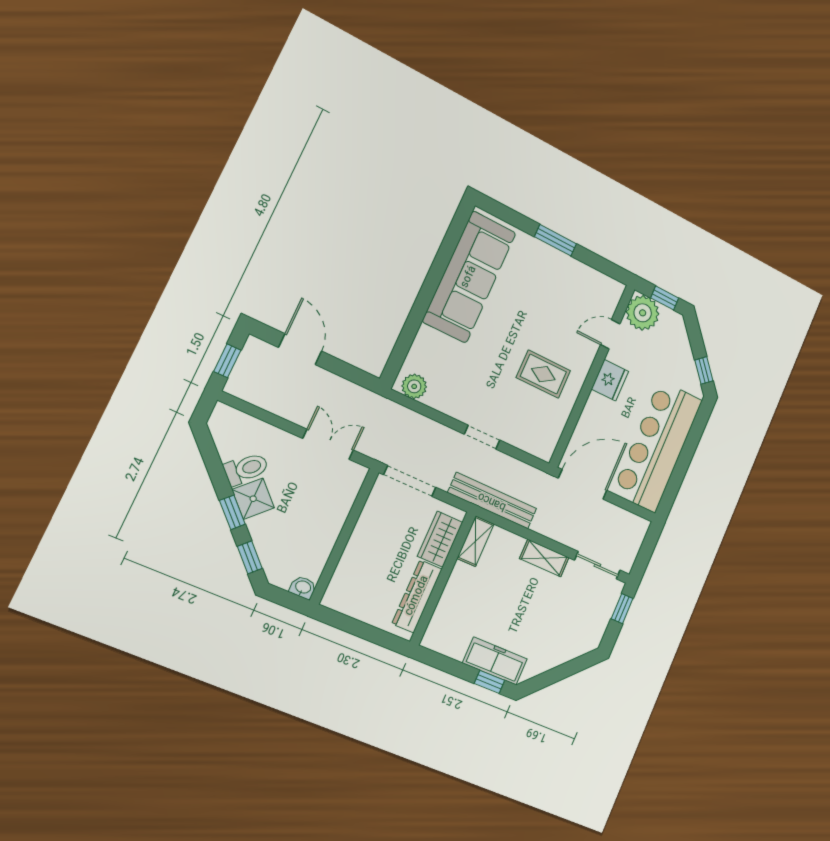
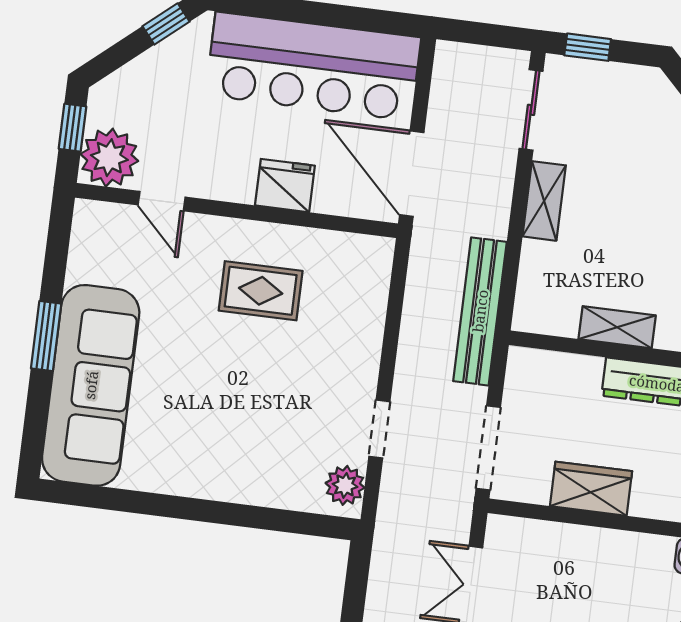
sofa: (469, 277) -> (91, 385), moved, turned 90
rug: (543, 374) -> (261, 291), turned 90
fridge: (610, 380) -> (285, 186), moved
doorway: (482, 437) -> (379, 429), moved
wardrobe: (440, 539) -> (591, 489), moved, turned 180
shelving: (476, 541) -> (617, 327), moved

